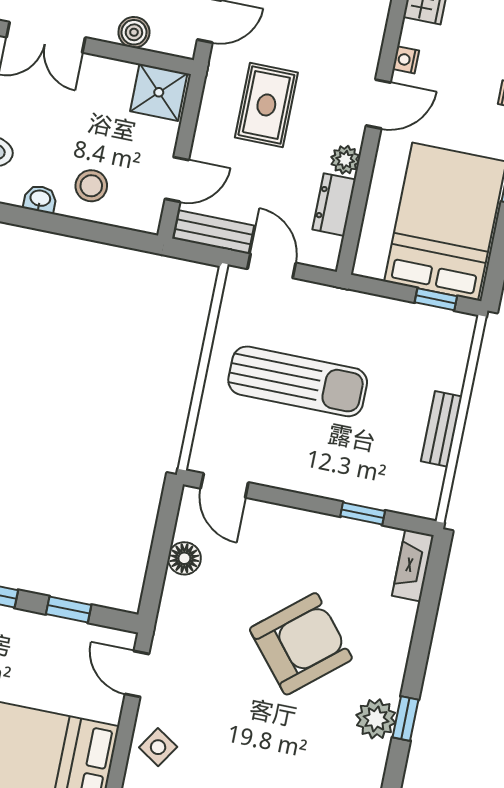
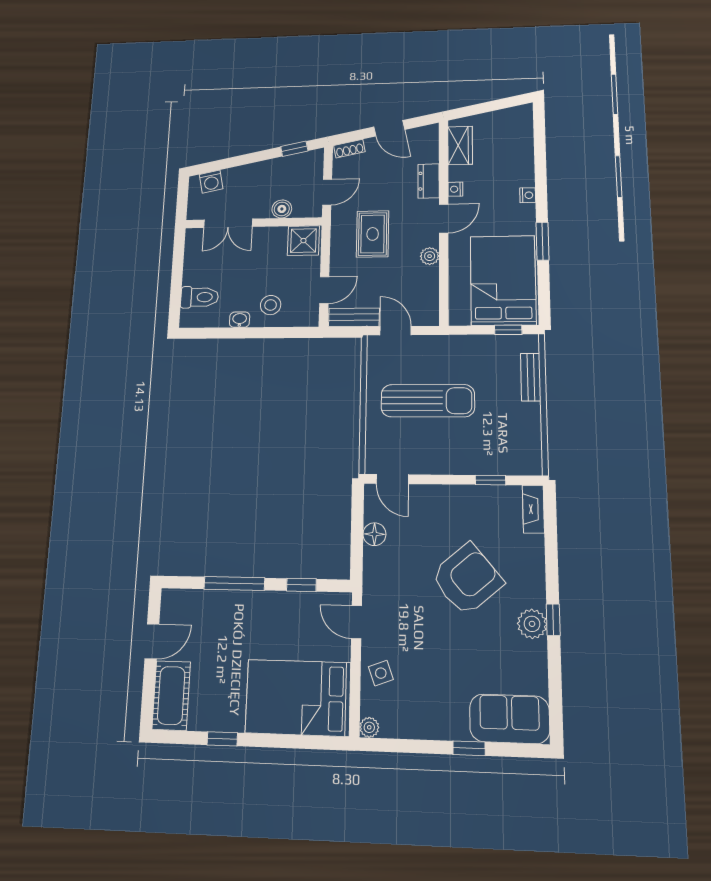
dresser: (334, 205) -> (429, 181), moved
bench: (441, 429) -> (531, 377), moved
side table: (158, 747) -> (381, 673), turned 37

